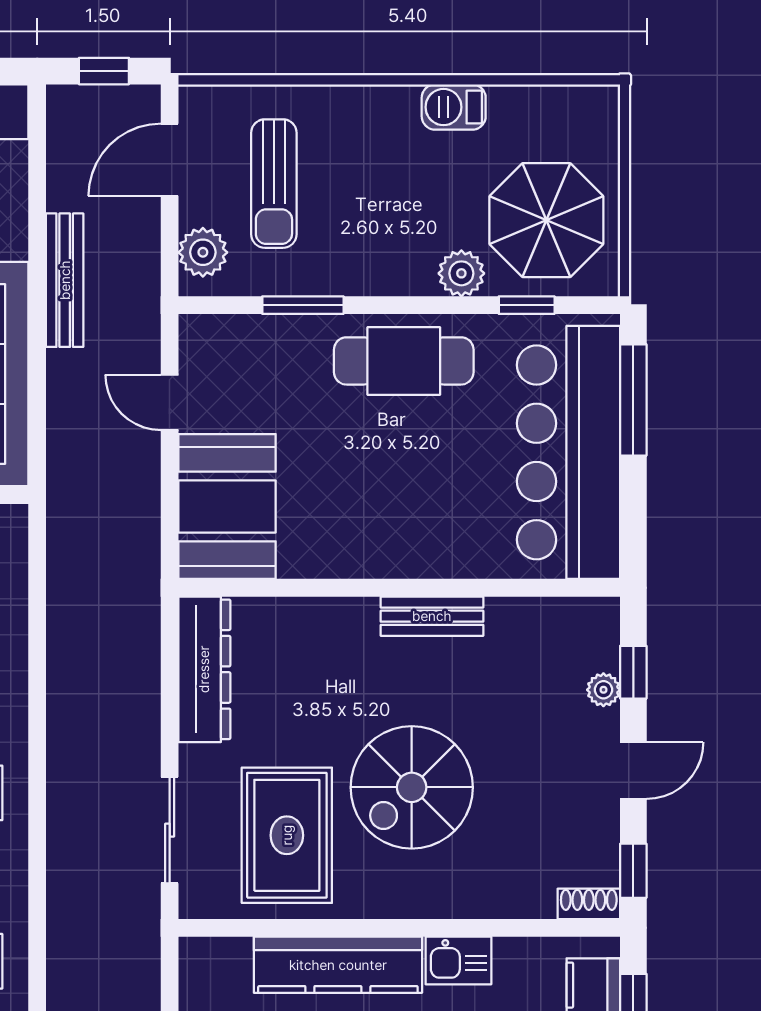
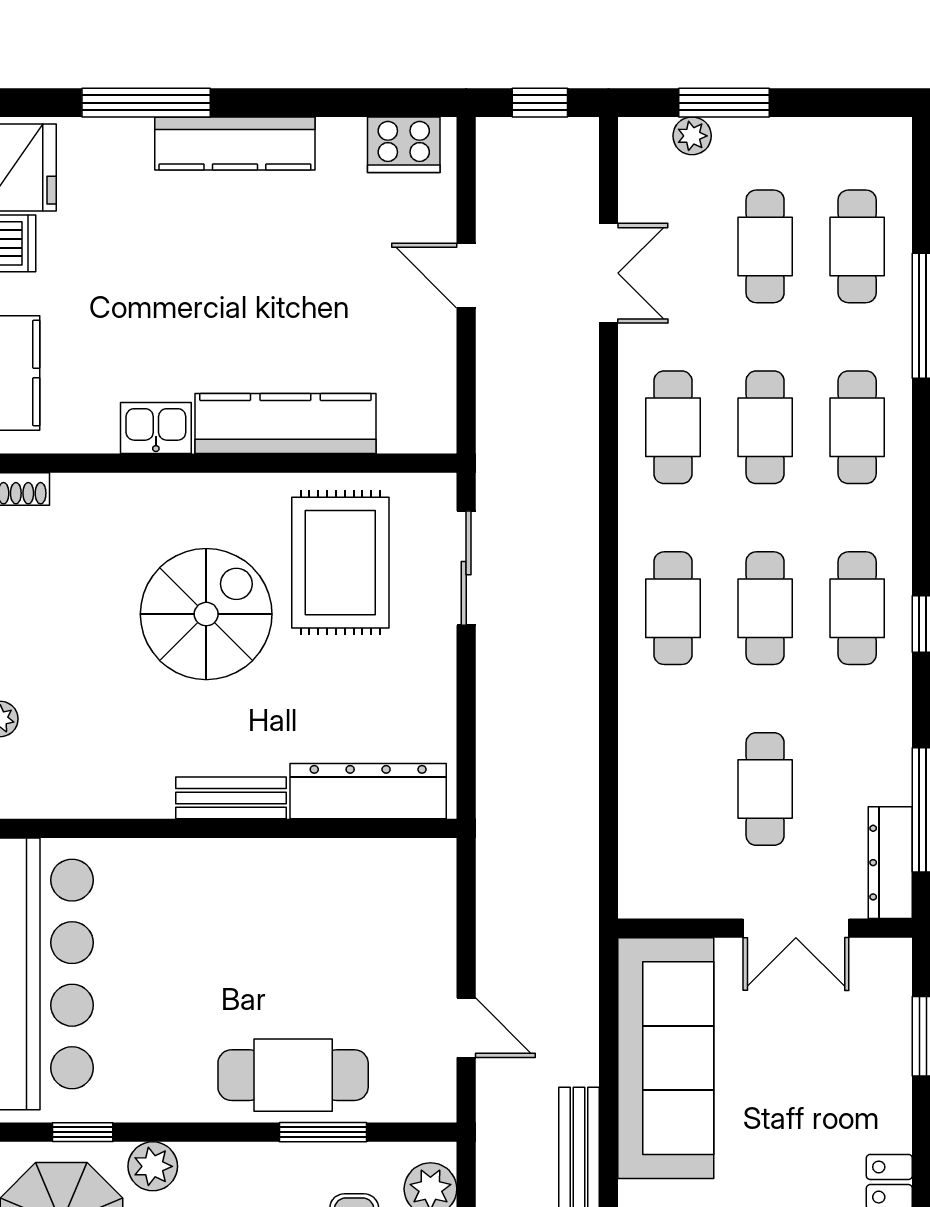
cafe table: (404, 361) -> (293, 1075), moved
booth: (227, 506) -> (404, 916), removed
bench: (432, 616) -> (231, 798), moved
dresser: (204, 669) -> (368, 791), moved, turned 90

